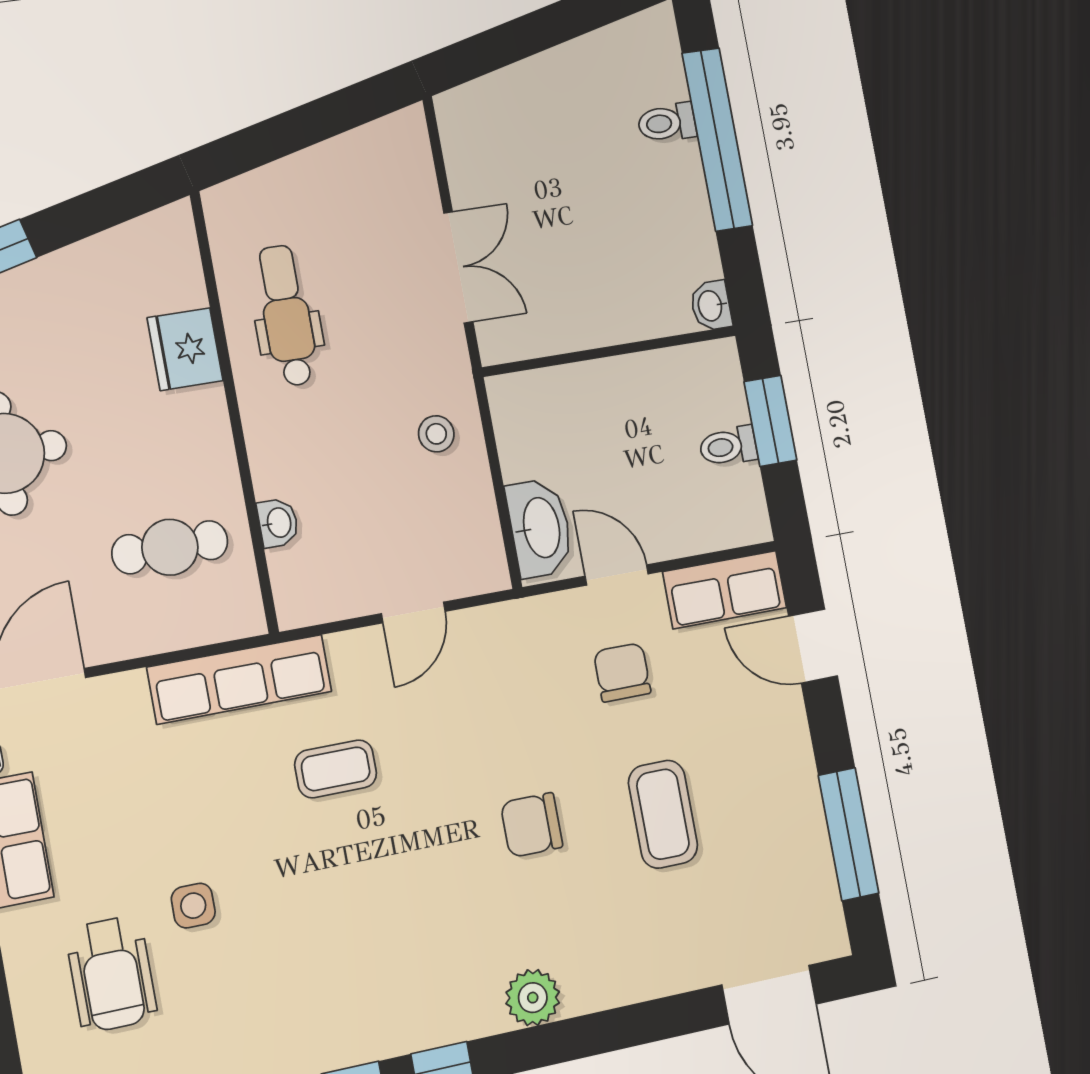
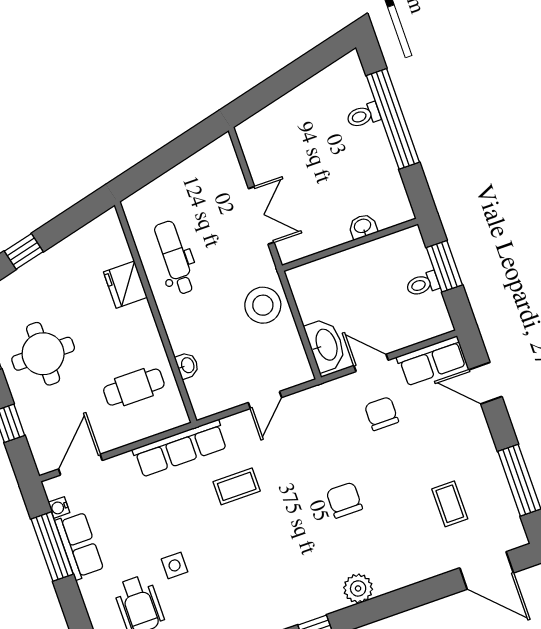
washbasin: (711, 306) -> (363, 226), moved, turned 90
stool: (436, 434) -> (263, 305), width x1.89, depth x1.89
coffee table: (663, 814) -> (450, 504), moved, width x0.73, depth x0.77
chair: (532, 825) -> (344, 500), turned 90

